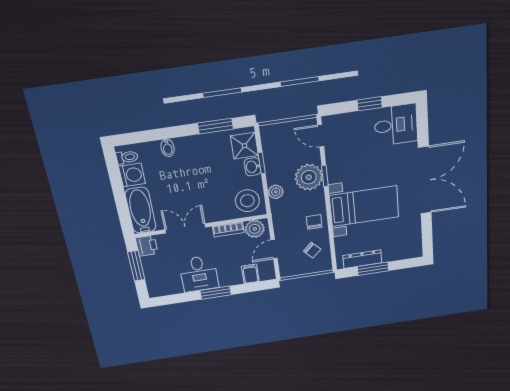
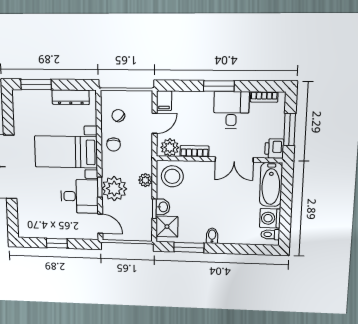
desk: (396, 125) -> (79, 196), moved, turned 180
bidet: (168, 148) -> (212, 236), moved
window: (373, 269) -> (36, 84), moved
filing cabinet: (250, 274) -> (164, 101), moved
bookcase: (169, 290) -> (264, 97), added

